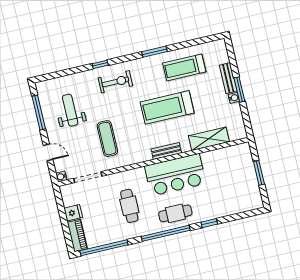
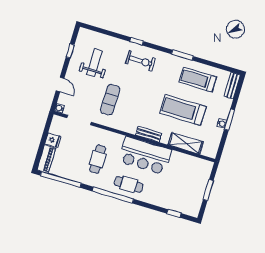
bench: (228, 78) -> (232, 86), moved
treadmill: (167, 107) -> (183, 110), moved
window: (39, 113) -> (70, 51), width x0.46
window: (209, 223) -> (174, 213), moved

